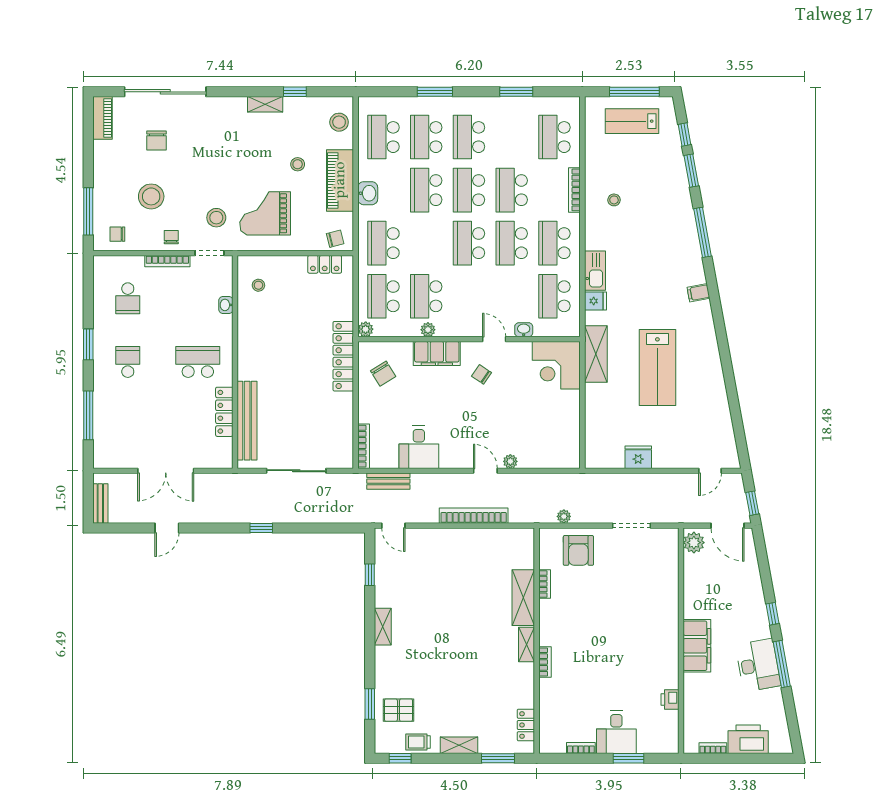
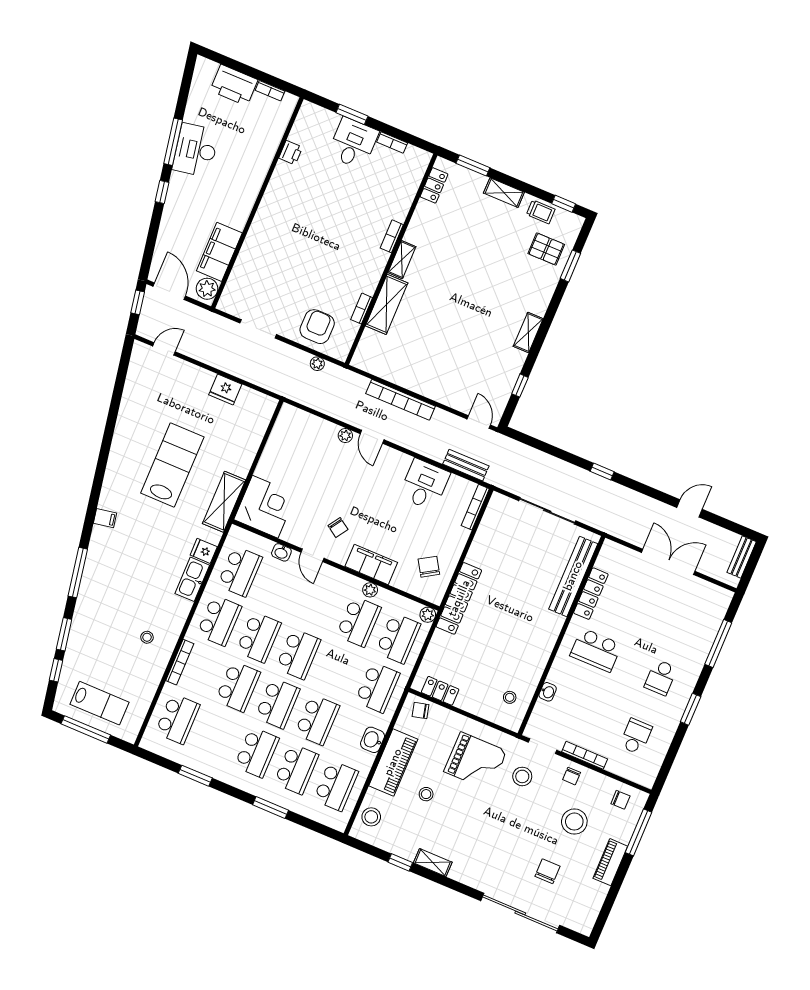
piano: (102, 118) -> (610, 862), moved
filing cabinet: (697, 646) -> (219, 252), moved

